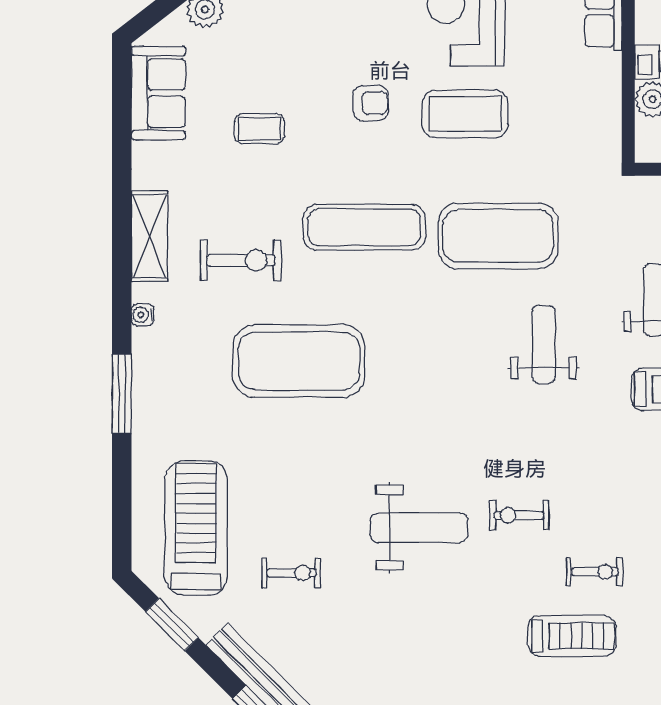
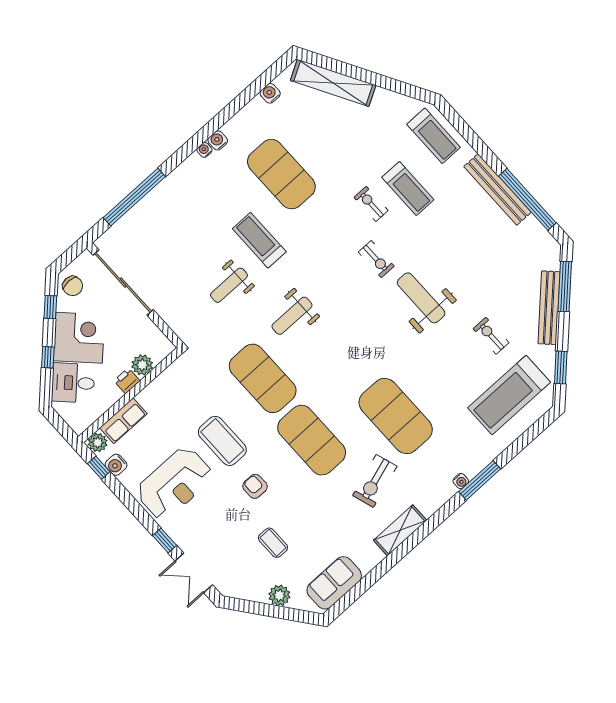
coffee table: (259, 129) -> (273, 543), moved
exercise mat: (364, 227) -> (312, 440), width x1.47
exercise bike: (241, 260) -> (375, 481), turned -108
water cooler: (143, 315) -> (461, 481), moved
treadmill: (572, 636) -> (408, 189), turned 180

